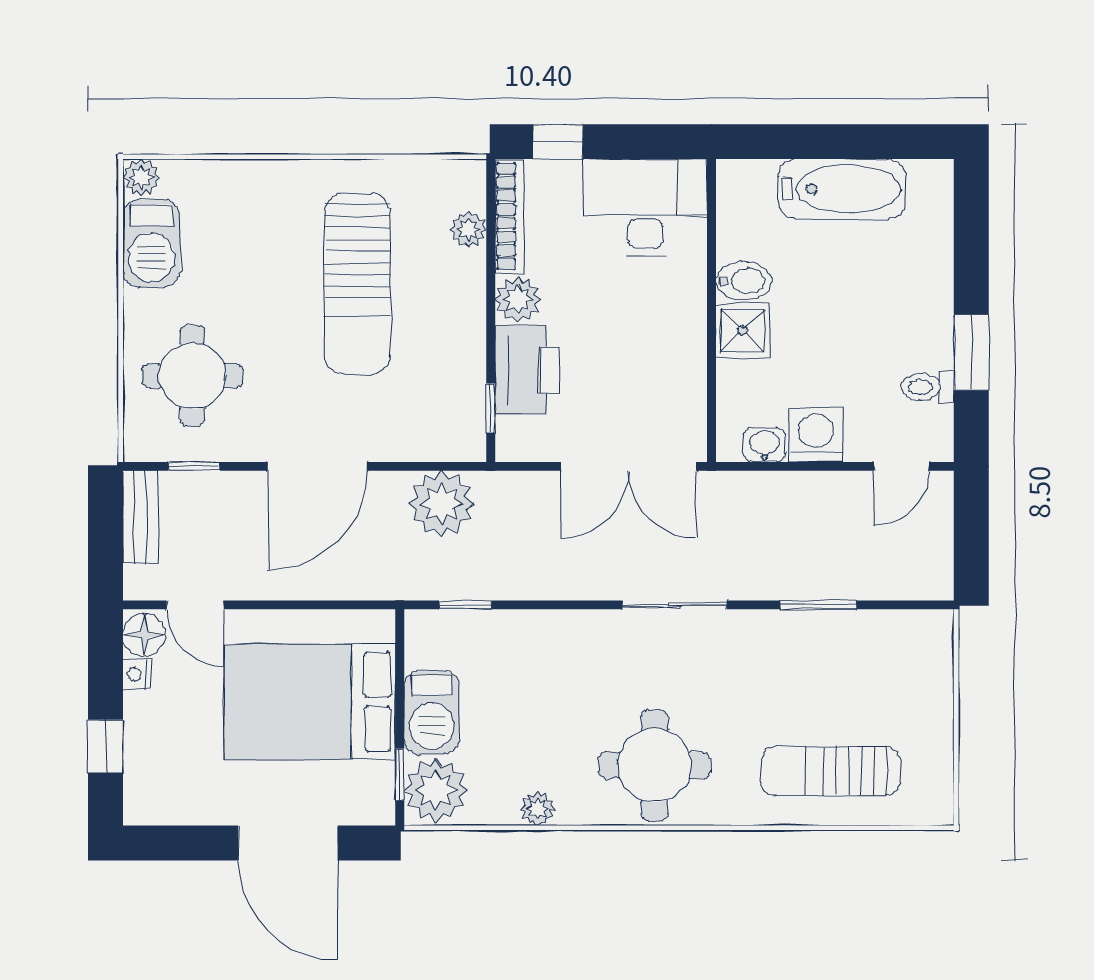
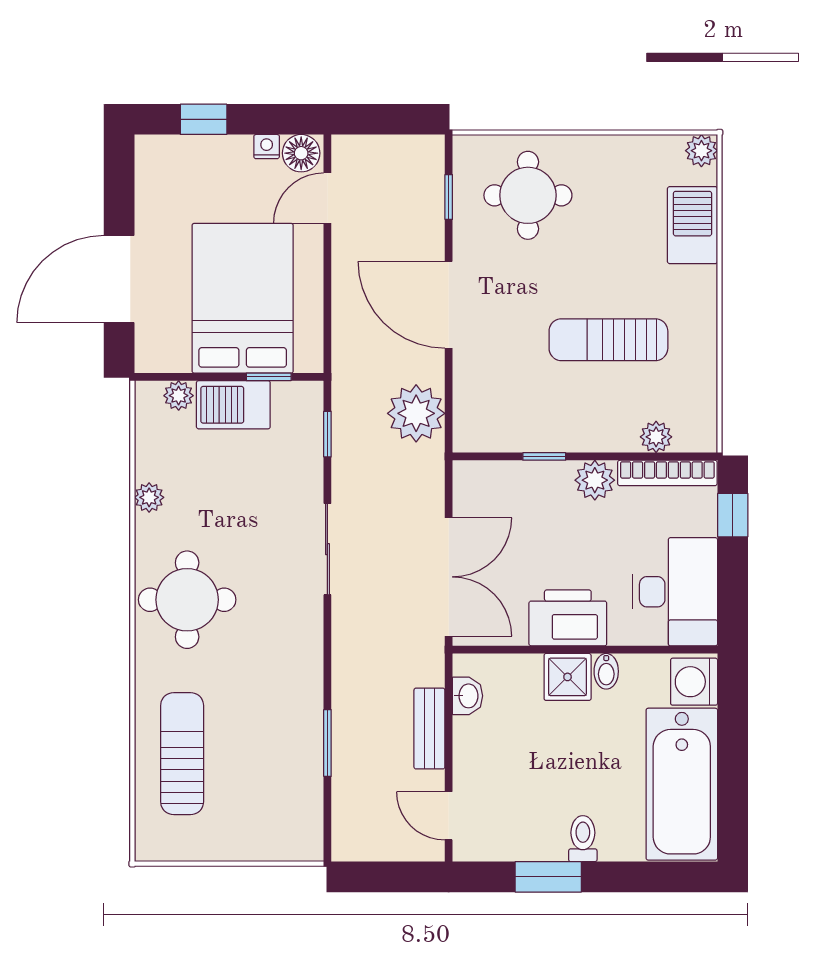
bathtub: (842, 189) -> (682, 784), width x1.36, depth x1.36
barbecue: (151, 243) -> (692, 225), moved, turned 90
bidet: (744, 281) -> (606, 671), width x0.72, depth x0.74
sun lounger: (357, 284) -> (608, 340), width x0.73, depth x0.75
printer: (527, 370) -> (568, 618), moved, turned 180
toilet: (928, 387) -> (583, 839), moved
window: (491, 408) -> (544, 456), moved
washing machine: (816, 435) -> (694, 682), moved, turned 180
double door: (628, 466) -> (449, 577), swing flipped
bench: (140, 517) -> (429, 729), moved, turned 90
sliding door: (674, 605) -> (327, 549), moved
window: (400, 774) -> (269, 377), moved
plant: (436, 790) -> (179, 396), width x0.53, depth x0.53

